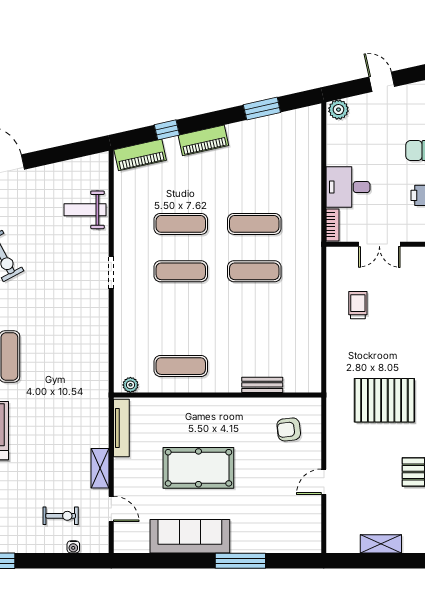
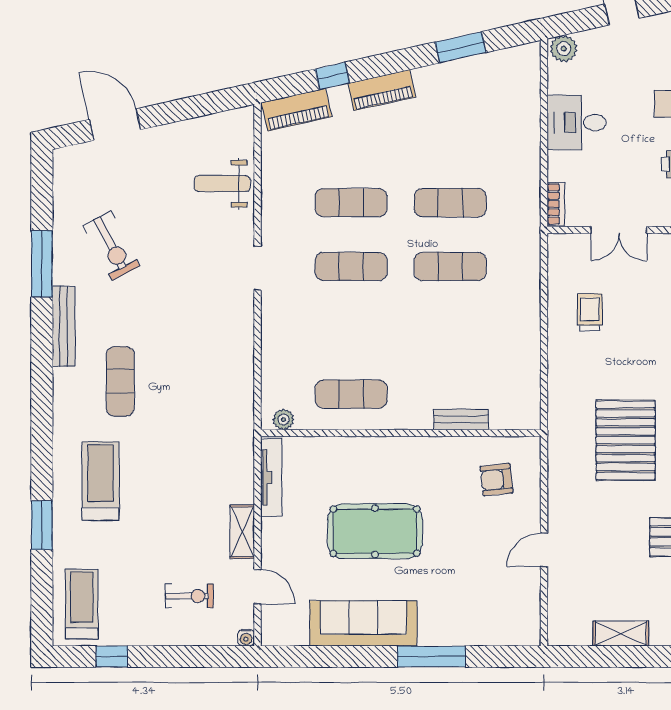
desk: (348, 187) -> (577, 123), moved
pallet: (384, 400) -> (626, 440), turned 90
water cooler: (73, 547) -> (246, 638), moved

